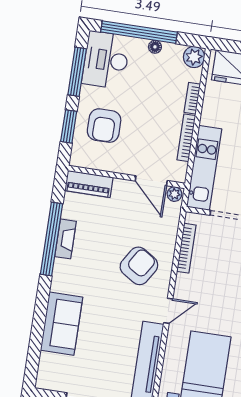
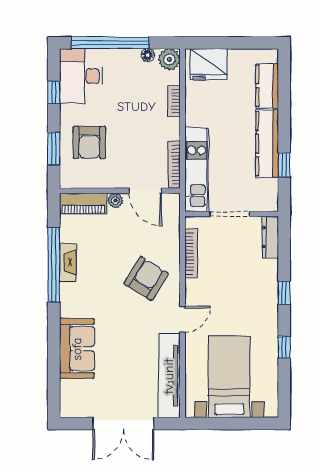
floor lamp: (155, 47) -> (148, 55), moved
window: (77, 72) -> (54, 92), width x0.46
bookcase: (186, 138) -> (174, 165), moved
plant: (174, 194) -> (115, 201), moved

